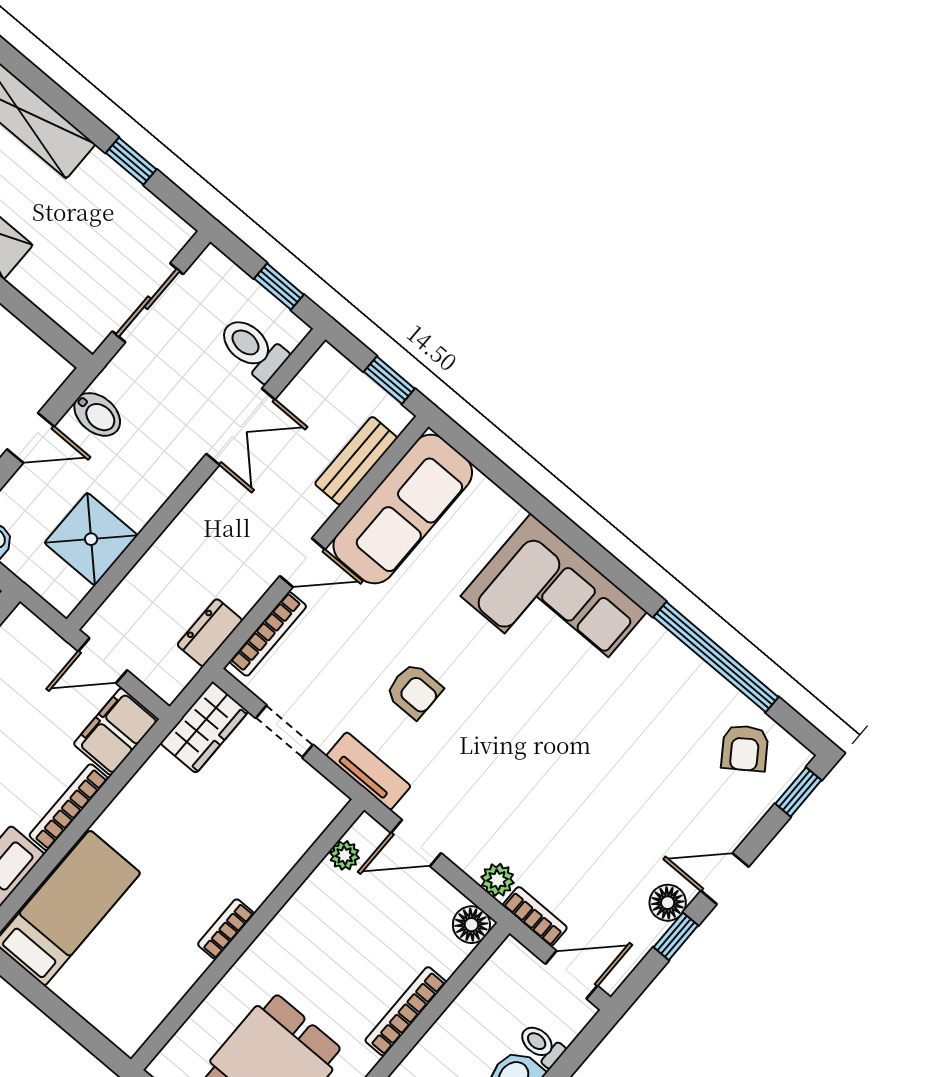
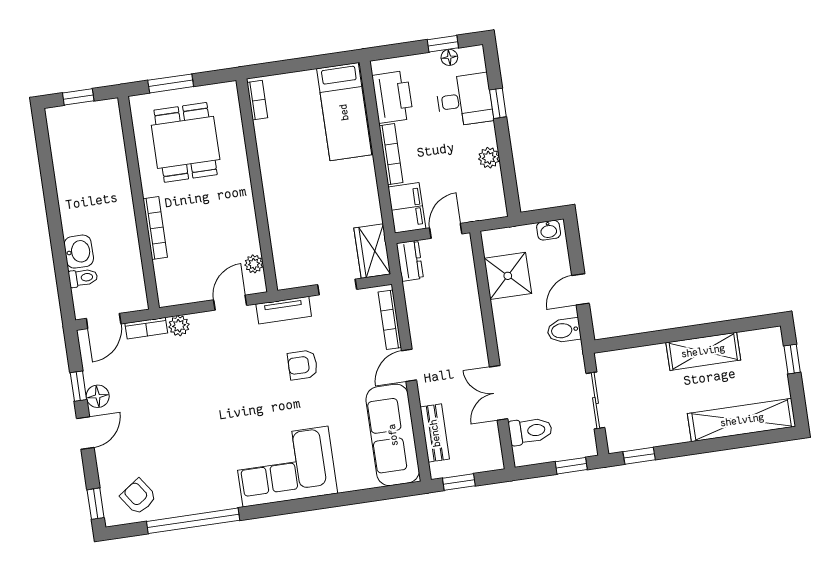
window: (131, 161) -> (639, 456), moved
window: (279, 287) -> (571, 466), moved
dresser: (210, 633) -> (410, 261), moved
floor lamp: (471, 925) -> (169, 295), removed
bookcase: (226, 929) -> (257, 100), moved

